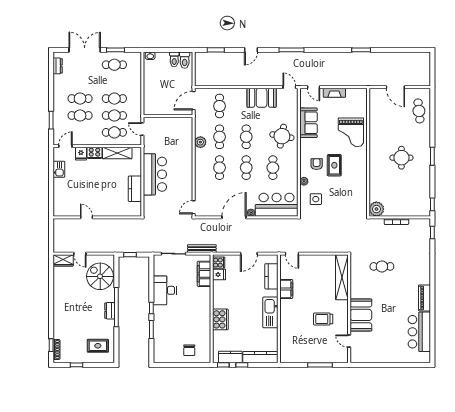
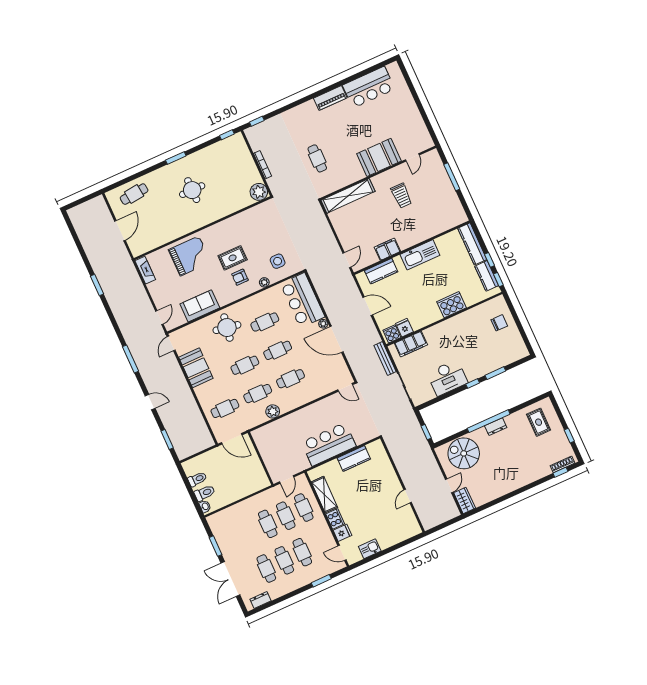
toilet: (185, 60) -> (205, 493), moved
cafe table: (114, 65) -> (266, 569), moved
fireplace: (334, 93) -> (145, 270), moved
spiral stairs: (100, 276) -> (464, 453), turned 90

